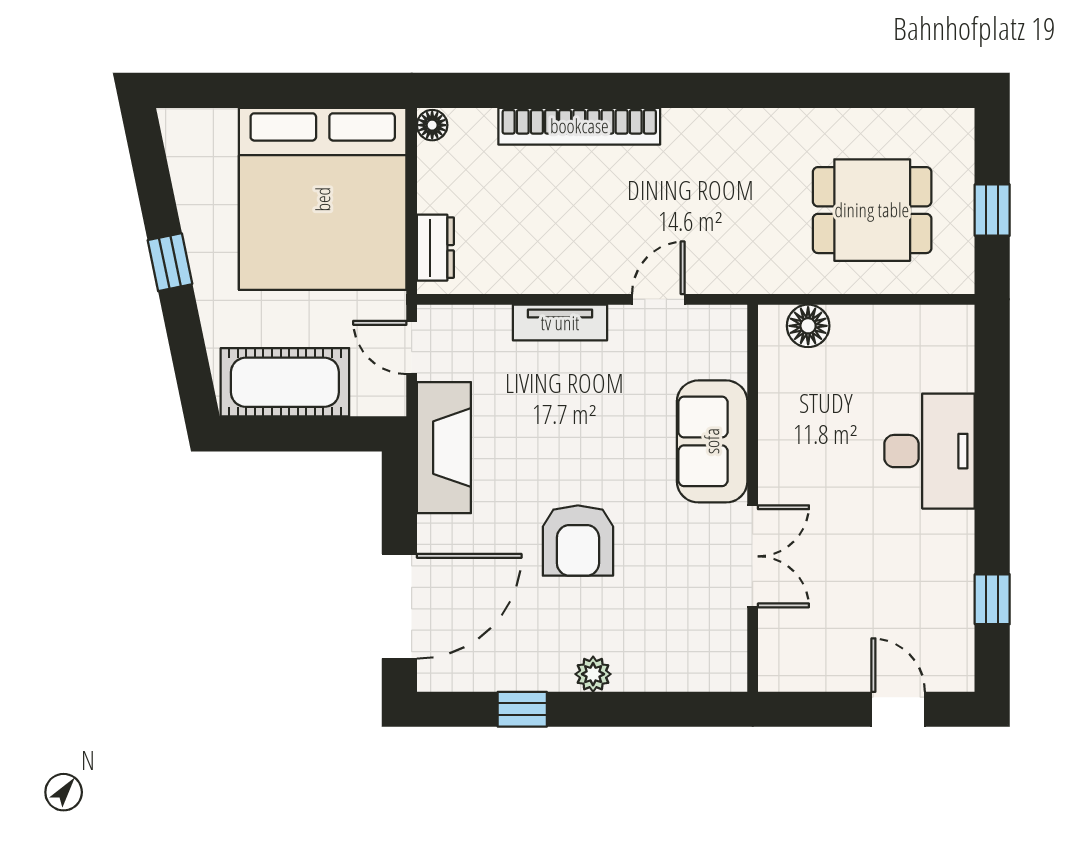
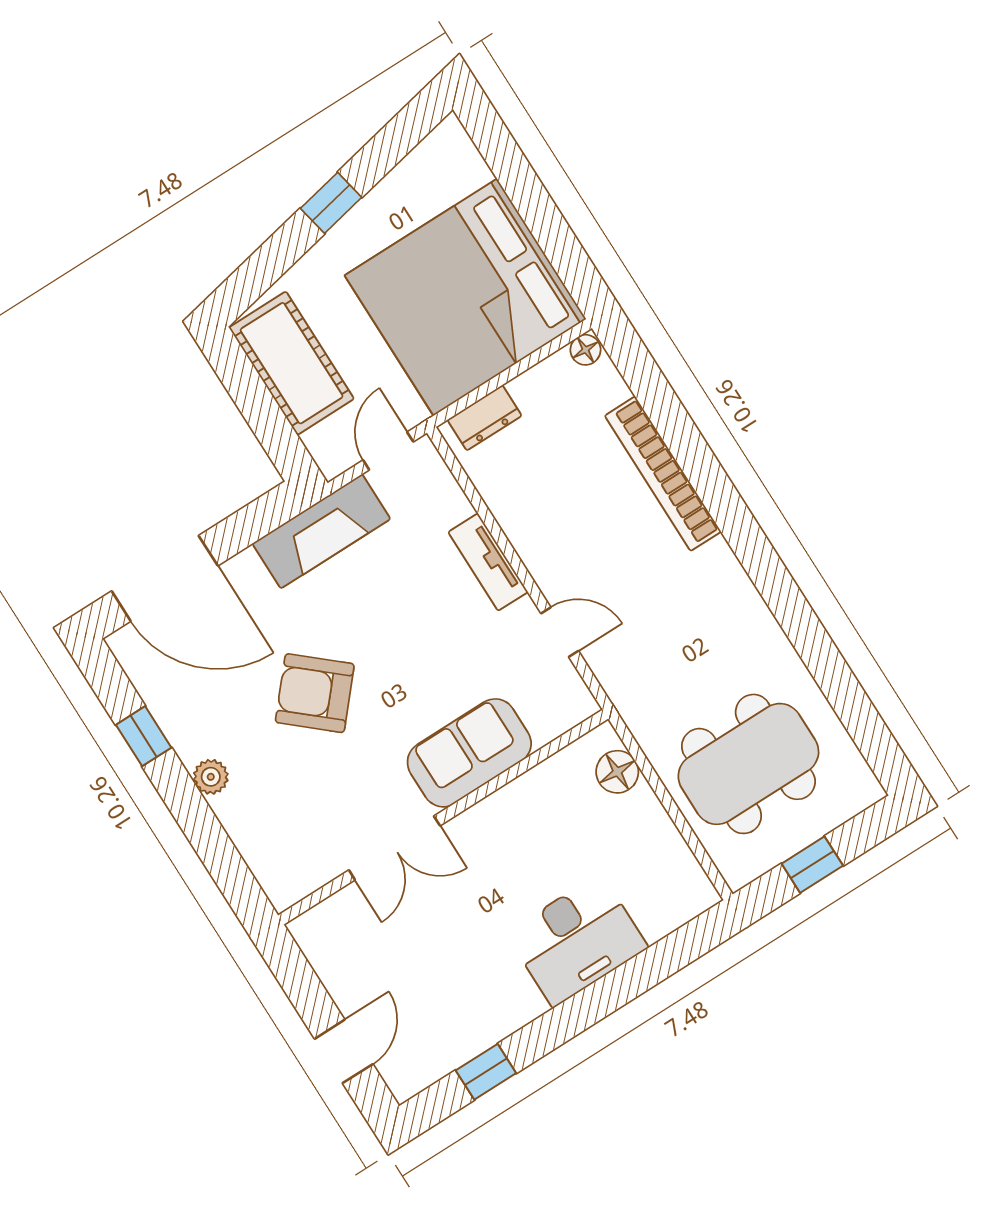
dining table: (872, 210) -> (748, 764), width x1.38
armchair: (578, 541) -> (315, 693), turned 41

